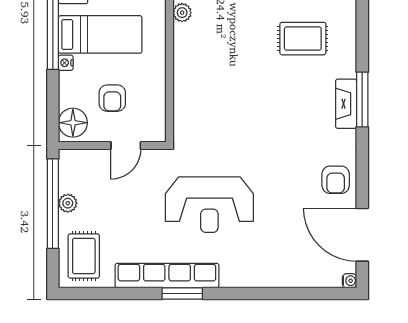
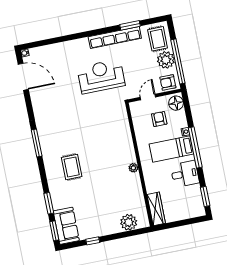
rug: (303, 39) -> (72, 167), turned 90
fireplace: (346, 104) -> (44, 139), removed
armchair: (336, 180) -> (168, 82), moved, turned -90
plant: (68, 203) -> (166, 60), width x1.88, depth x1.88
window: (182, 293) -> (130, 25), moved

